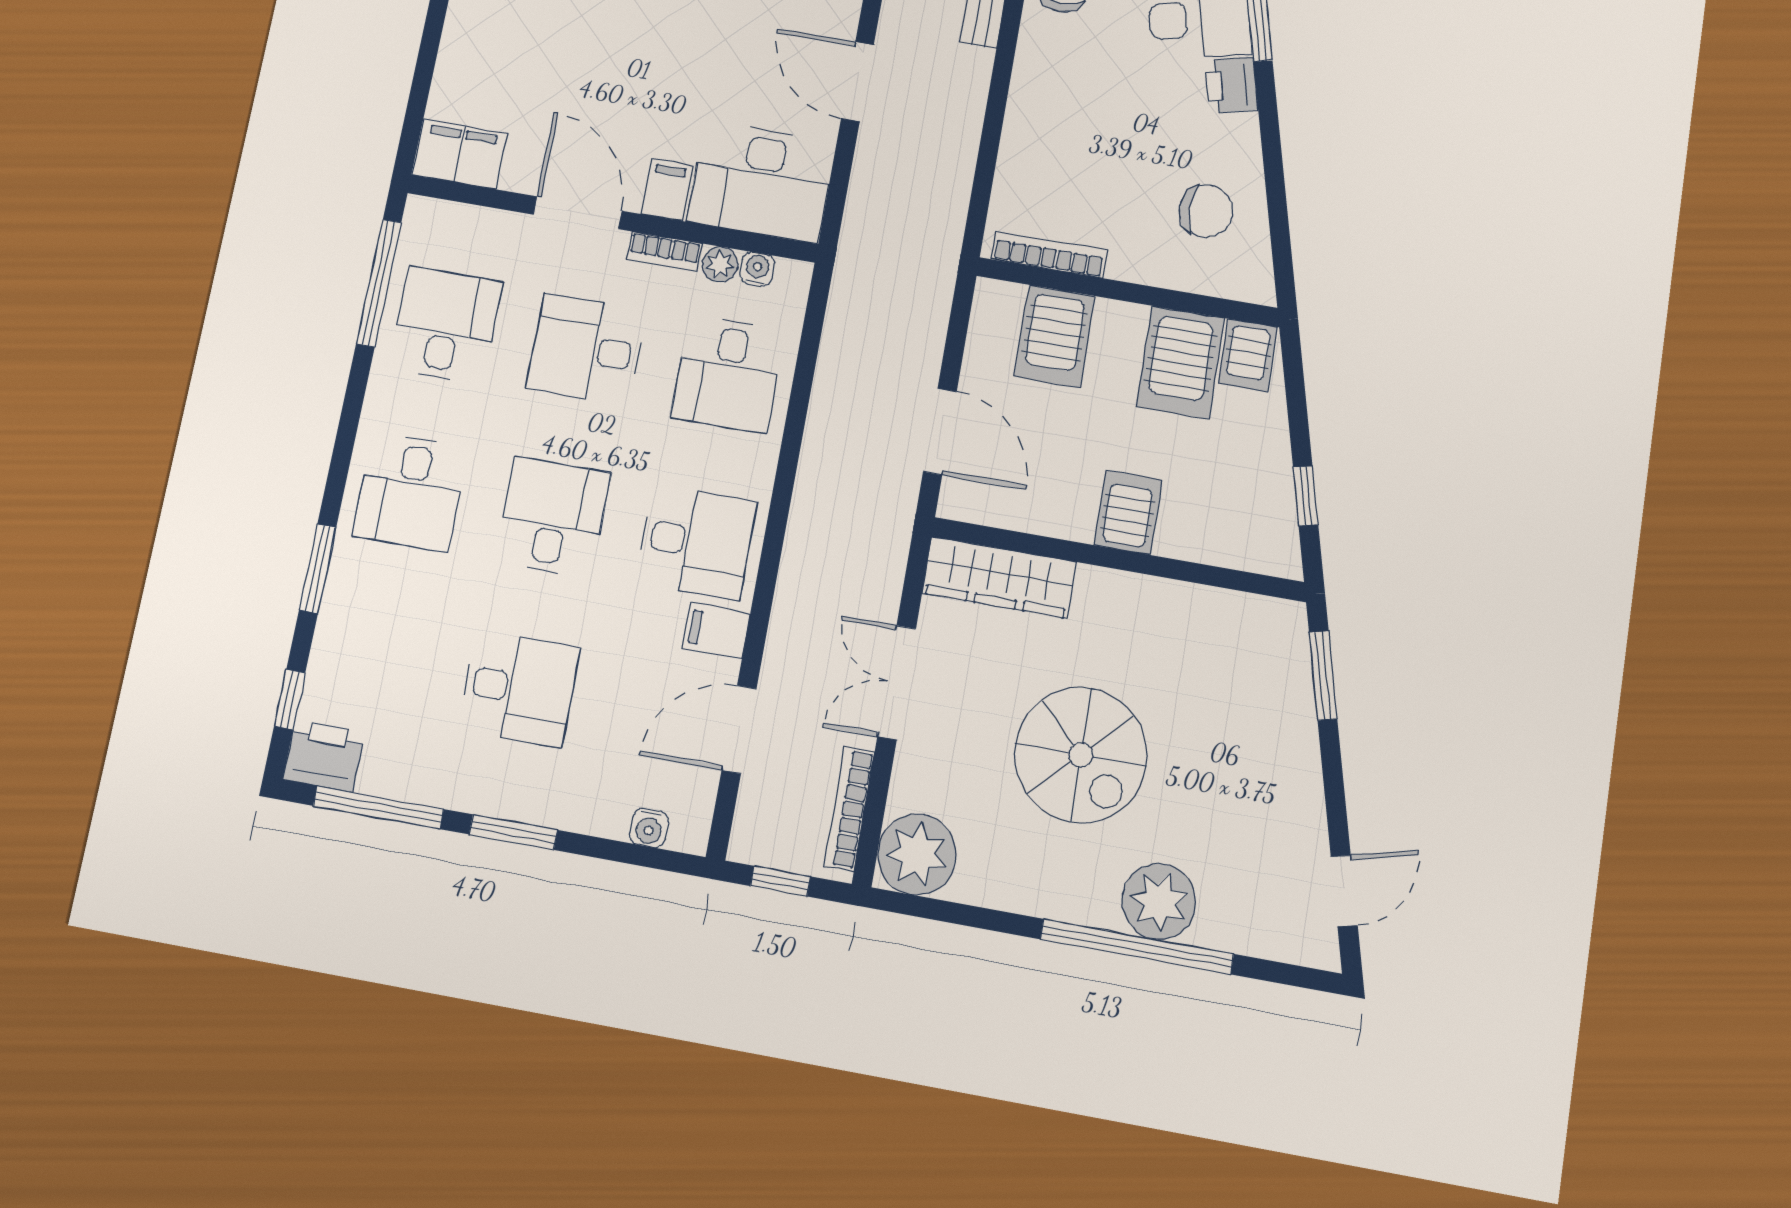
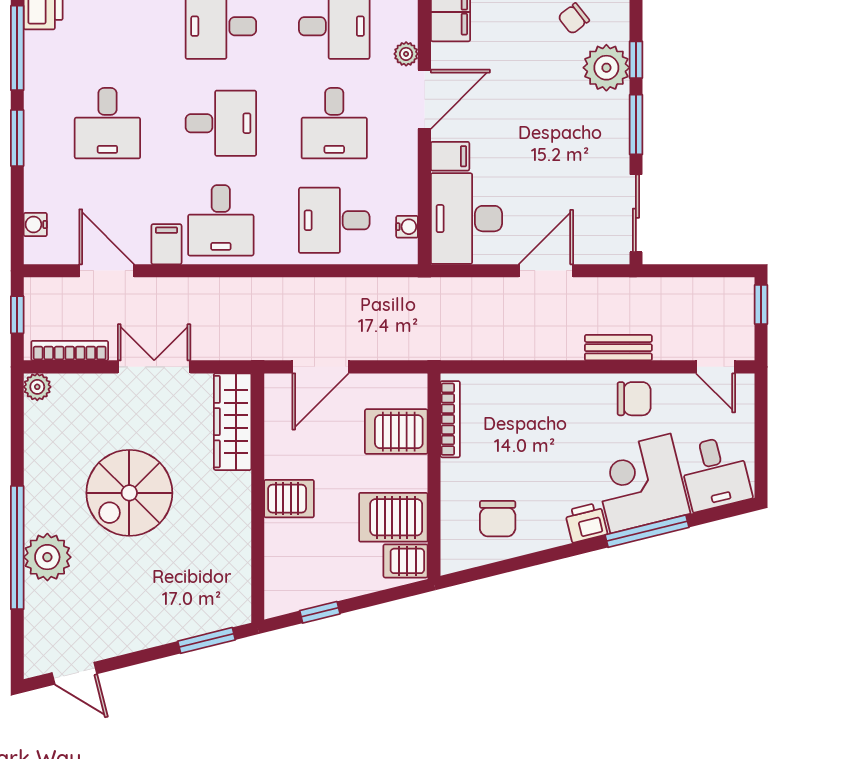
bookcase: (664, 251) -> (408, 163), removed
plant: (720, 264) -> (406, 54), moved
desk: (586, 349) -> (334, 123), turned 180
plant: (917, 854) -> (37, 387), width x0.53, depth x0.53

